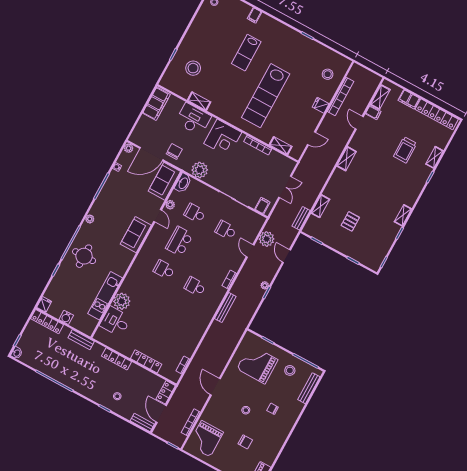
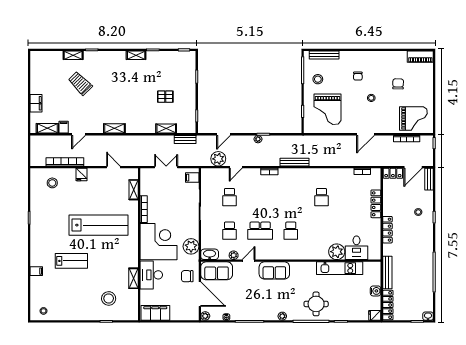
locker: (437, 114) -> (36, 73), removed
corner desk: (223, 138) -> (158, 242), width x1.36, depth x1.36
trolley: (405, 150) -> (80, 83), turned -135
school desk: (195, 286) -> (321, 197), moved
bench: (81, 340) -> (387, 273), width x1.36

